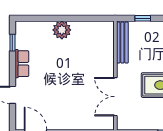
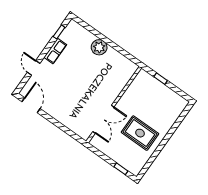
bench: (122, 43) -> (135, 85), removed
double door: (115, 97) -> (103, 119), swing flipped

